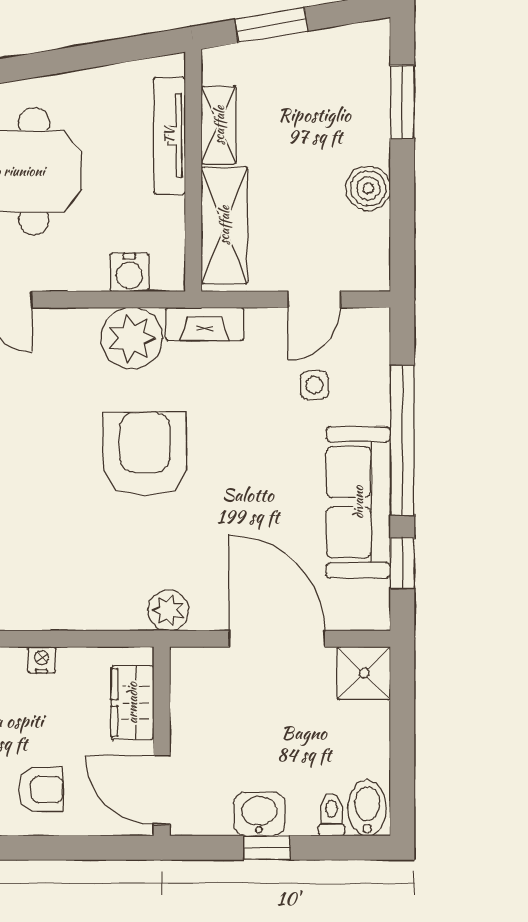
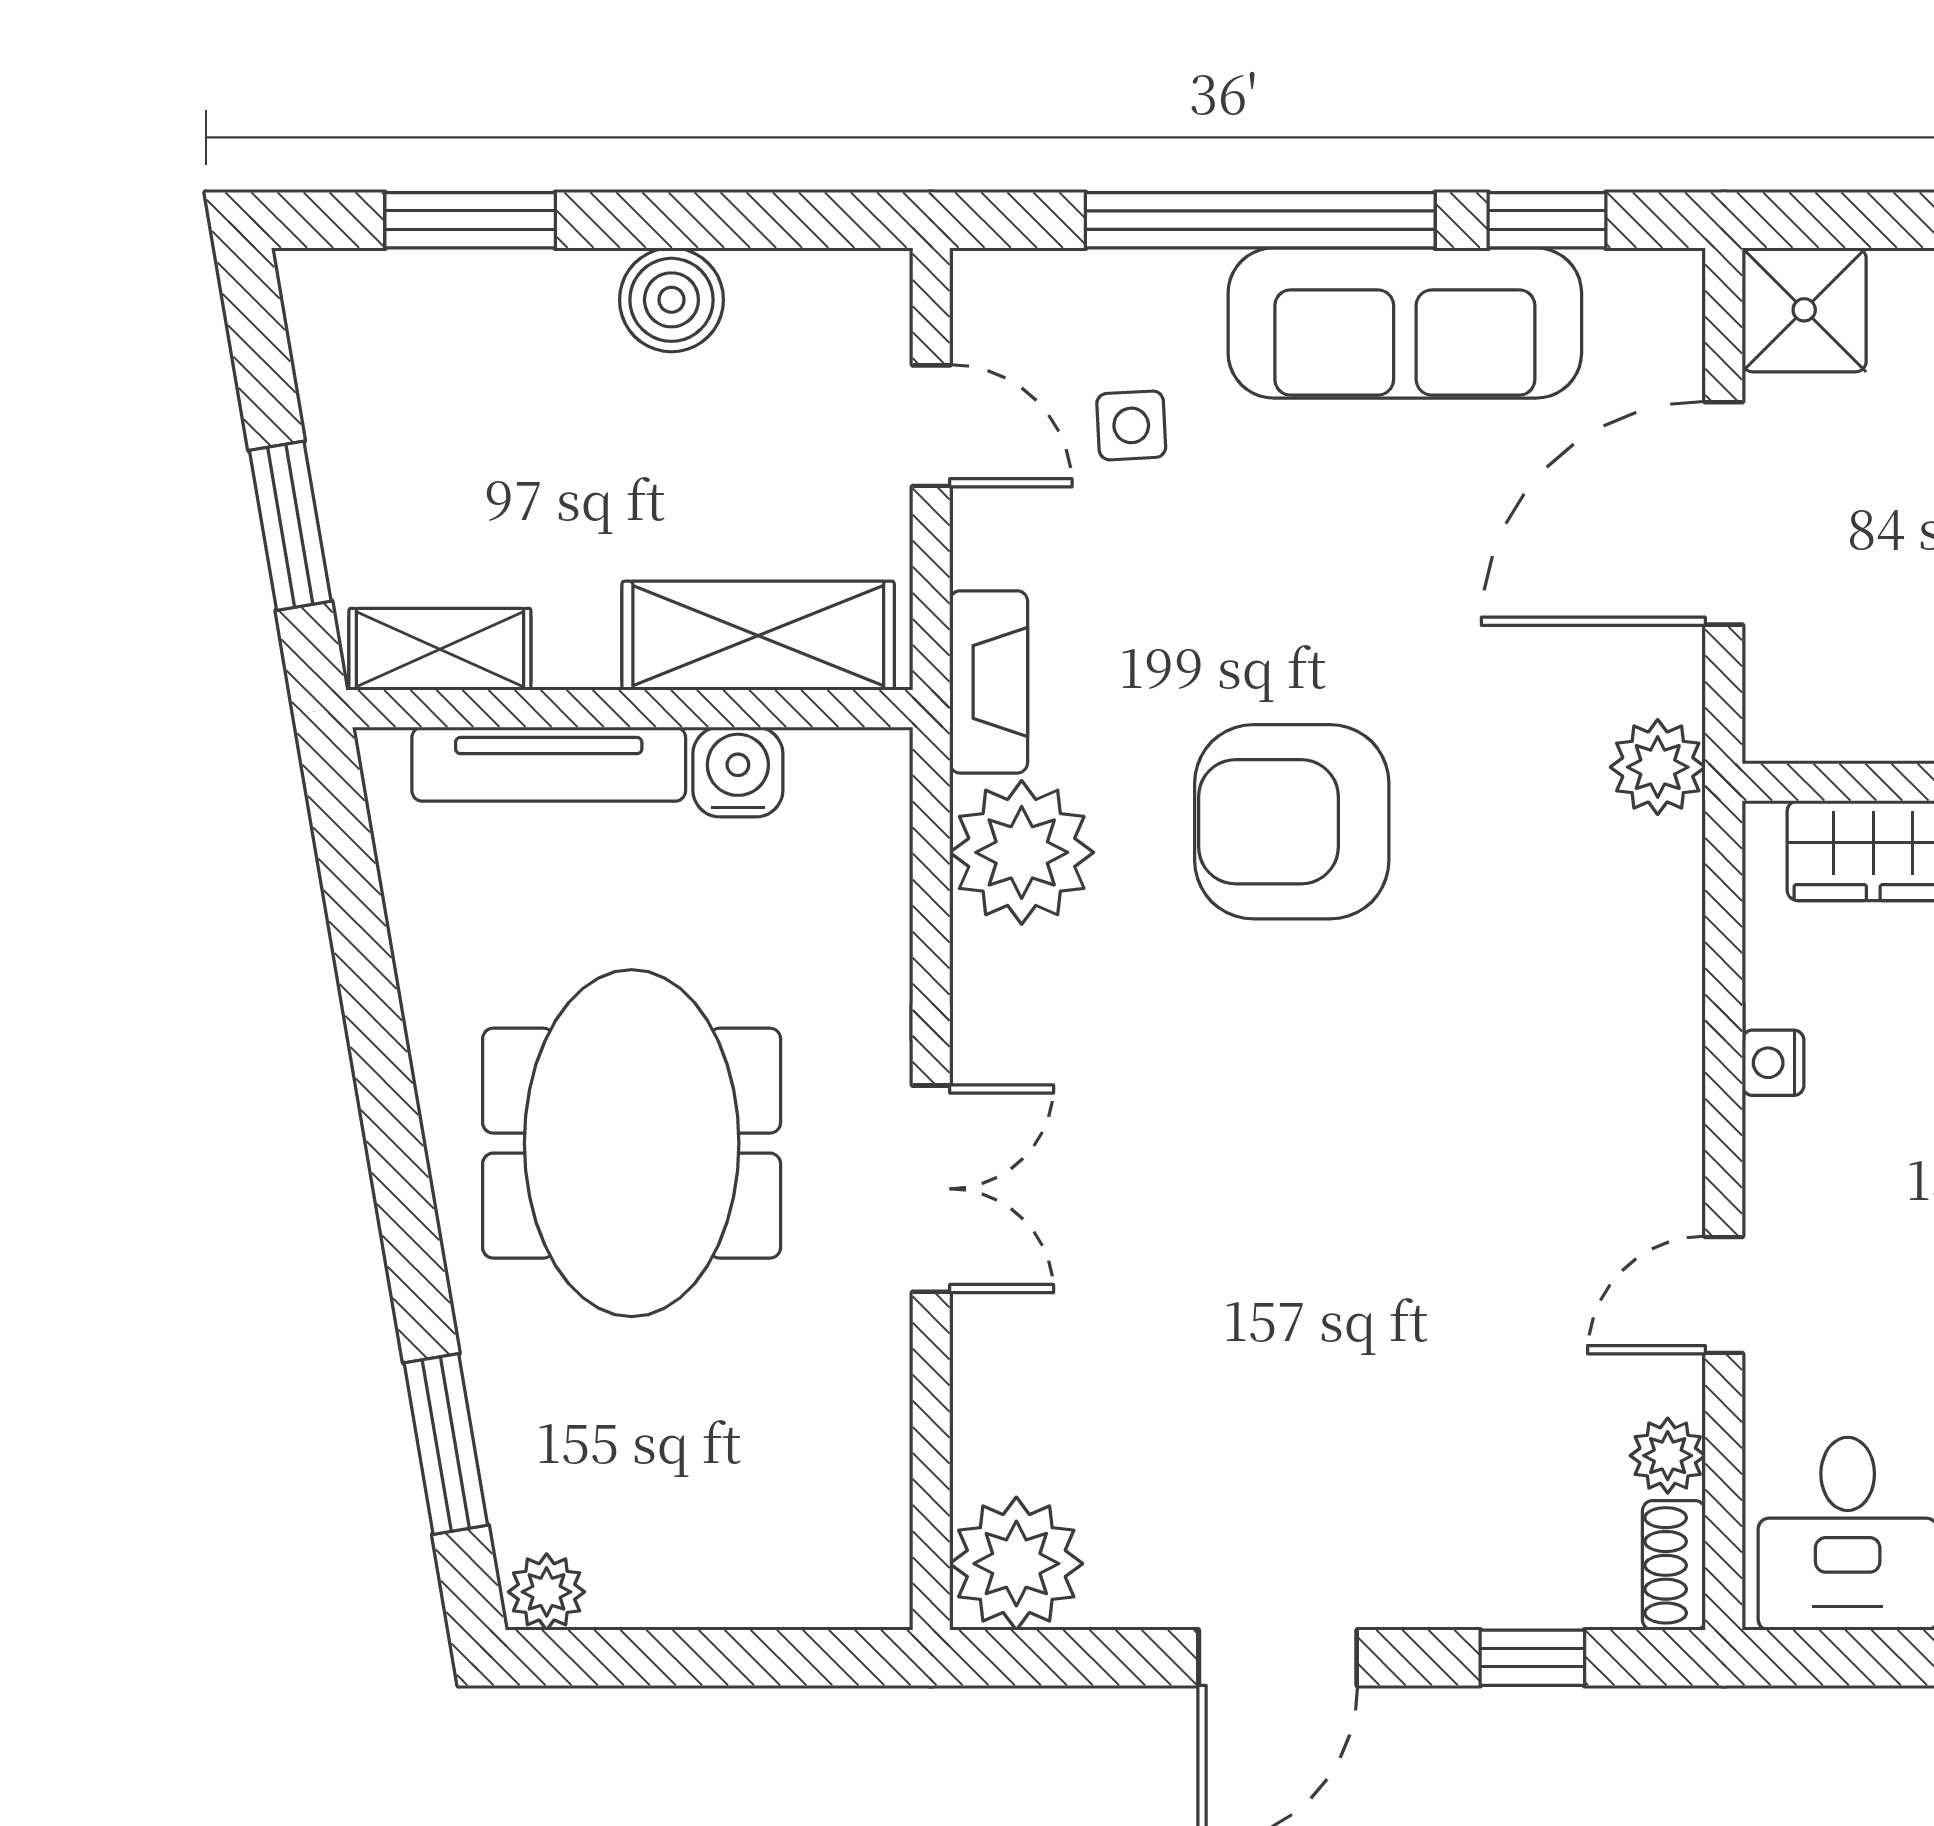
shelving: (219, 125) -> (440, 649), moved
water cooler: (129, 272) -> (738, 772), moved, turned -90

